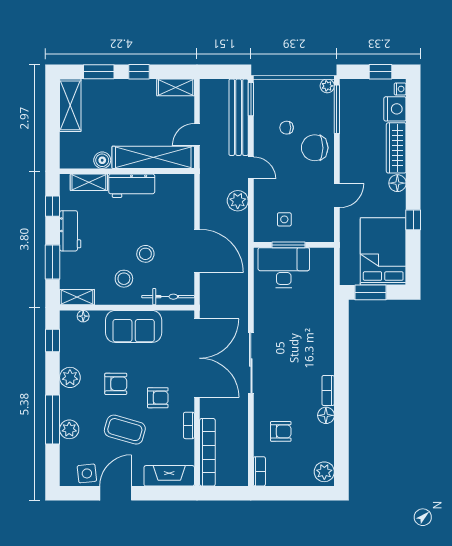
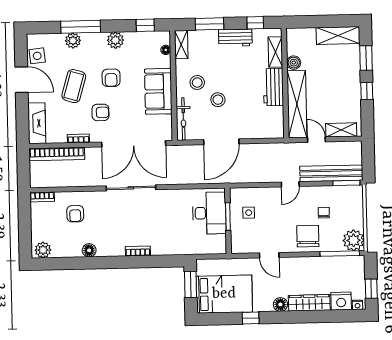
plant: (327, 86) -> (354, 240), width x1.87, depth x1.87
shelving: (176, 87) -> (341, 130), moved, turned 90
plant: (238, 201) -> (263, 174), removed
bookcase: (328, 391) -> (138, 251), moved
armchair: (158, 398) -> (100, 112), turned -90

